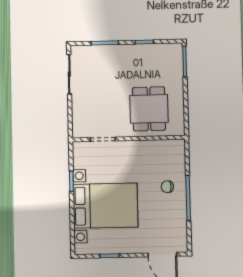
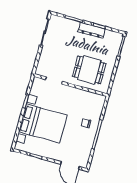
dresser: (135, 51) -> (92, 30), added
dining table: (149, 109) -> (89, 70), turned 90

